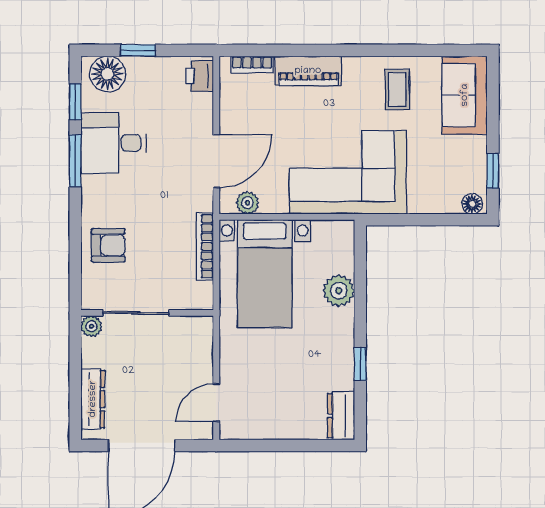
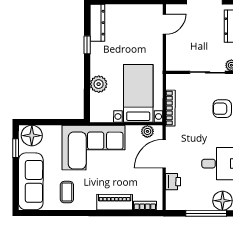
window: (138, 50) -> (206, 213), width x2.17
printer: (200, 76) -> (173, 182), moved
sofa: (465, 95) -> (31, 181), width x1.36
floor lamp: (472, 204) -> (32, 136), width x1.89, depth x1.89
dresser: (341, 416) -> (97, 23), width x1.44

